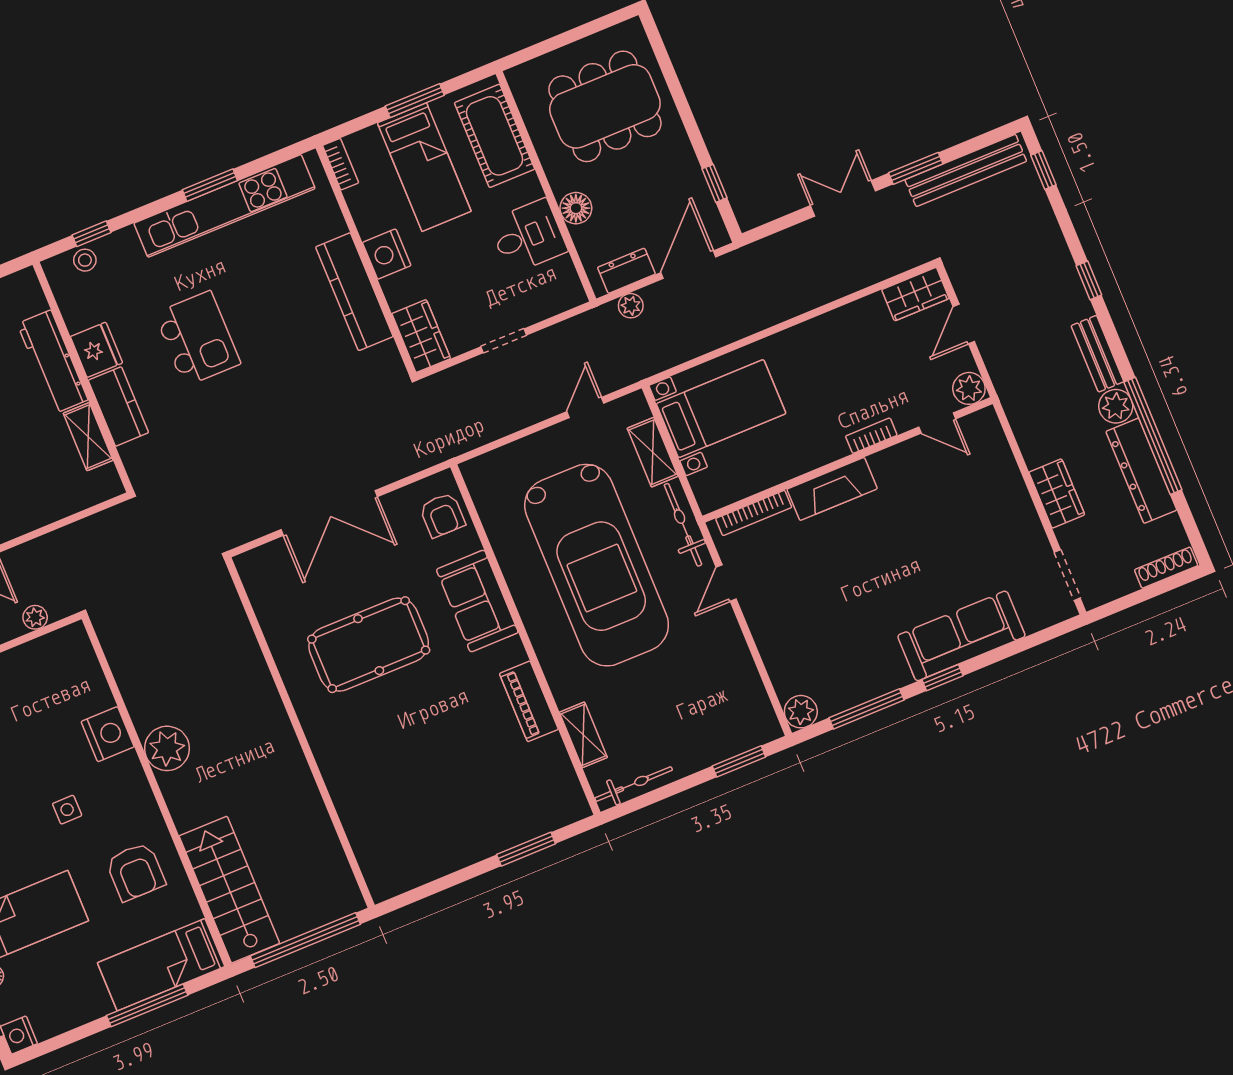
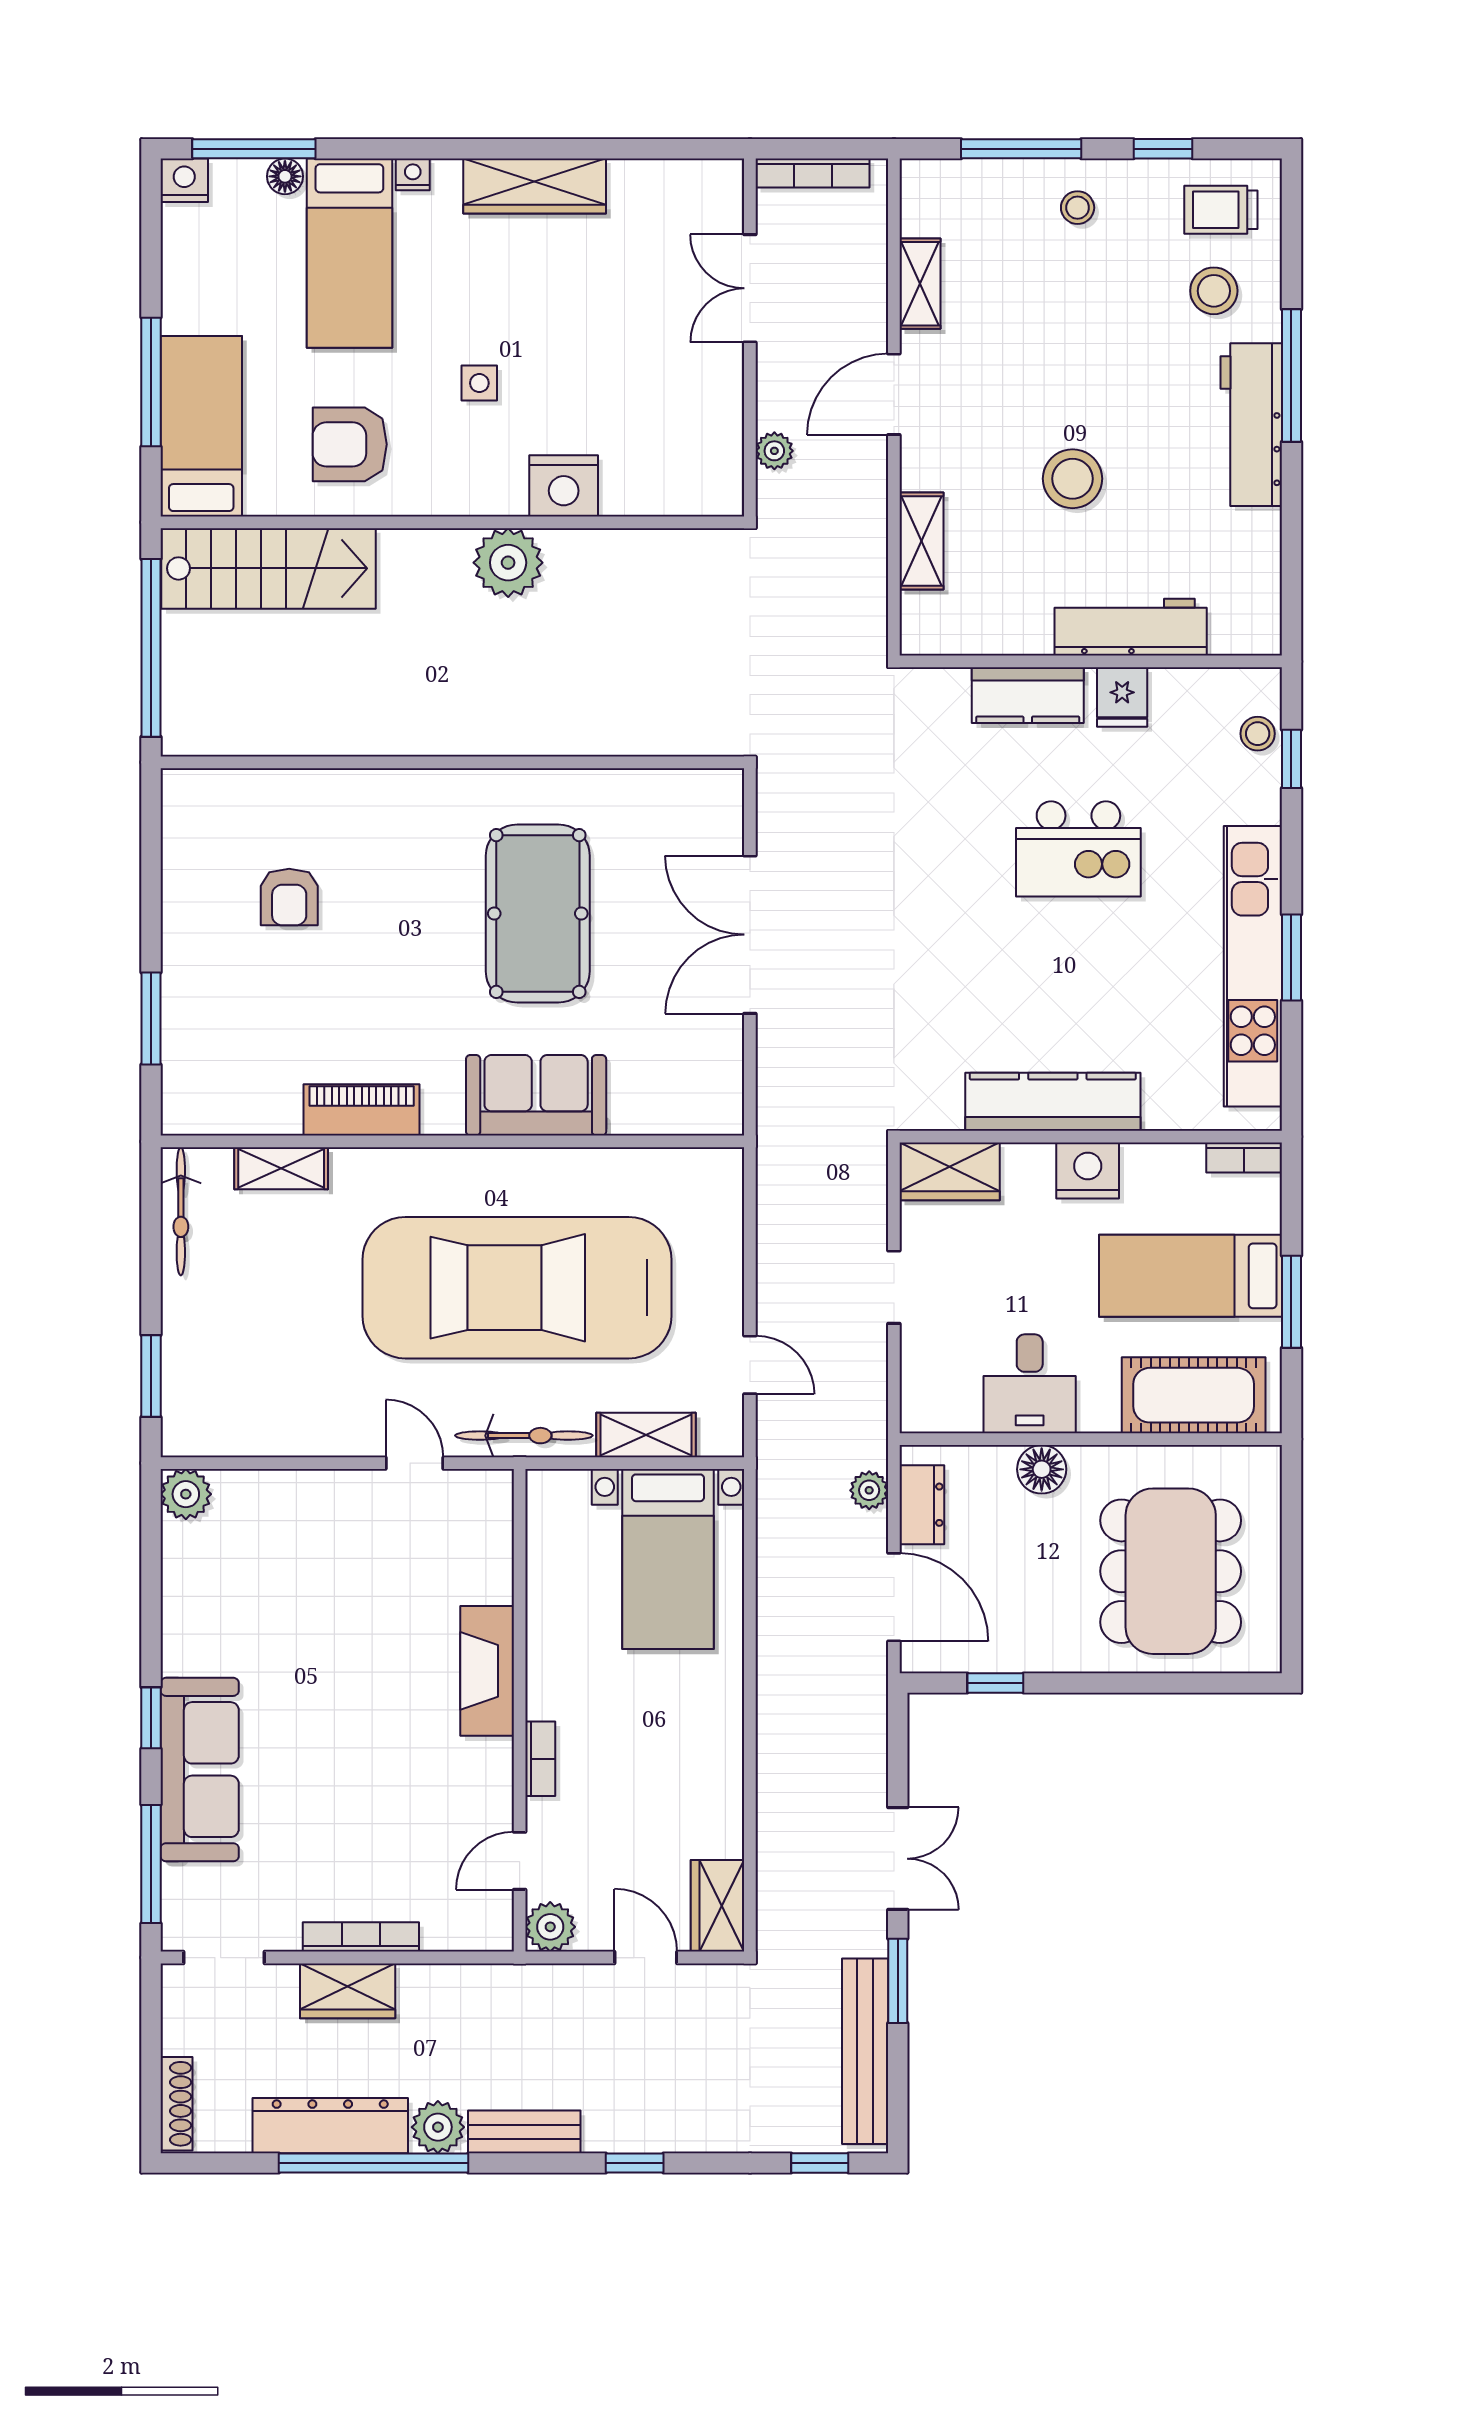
fridge: (96, 350) -> (1122, 697), width x0.72
shelving: (88, 437) -> (922, 541), moved, turned 90
bookcase: (754, 513) -> (361, 1937), moved, turned 90
armchair: (442, 515) -> (289, 897), moved, turned -90
window: (867, 709) -> (151, 1864), moved

